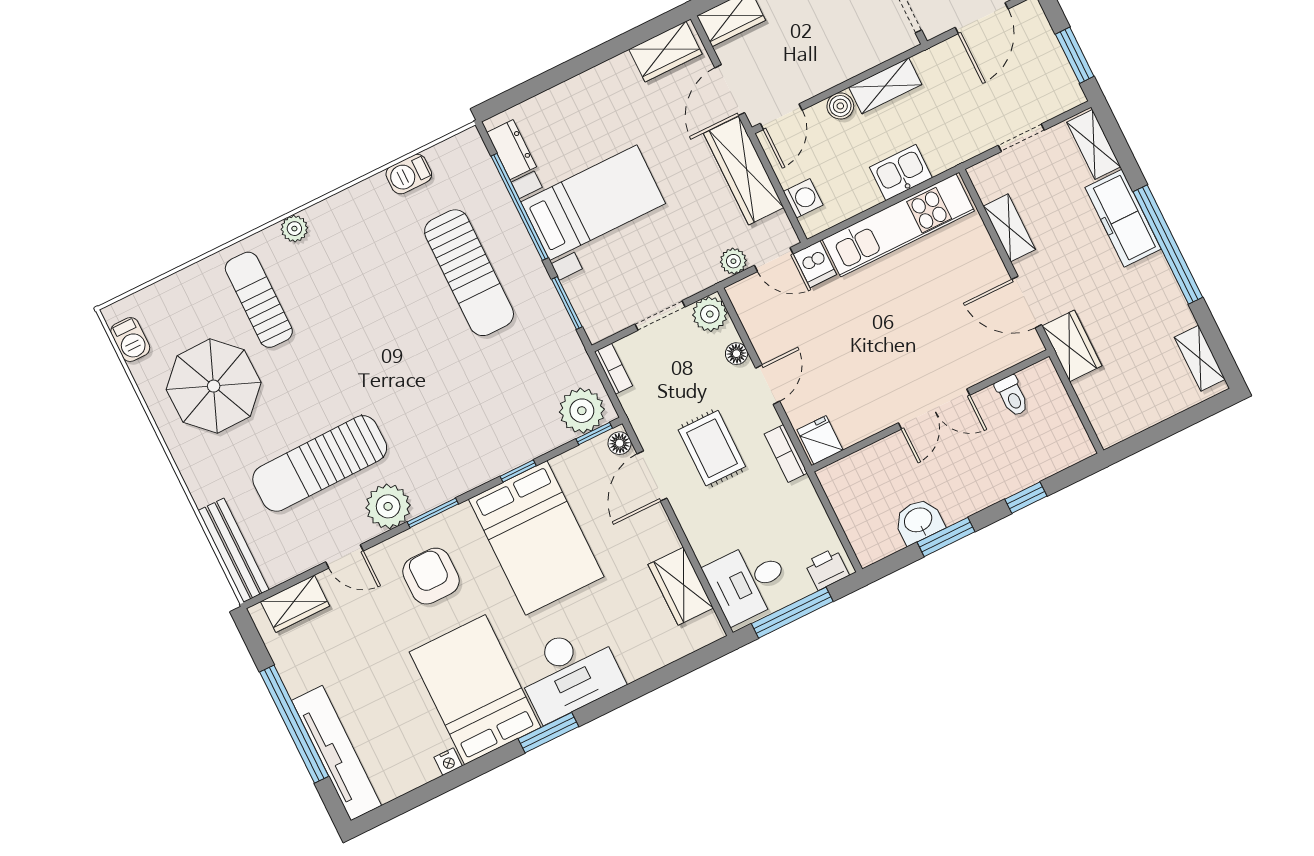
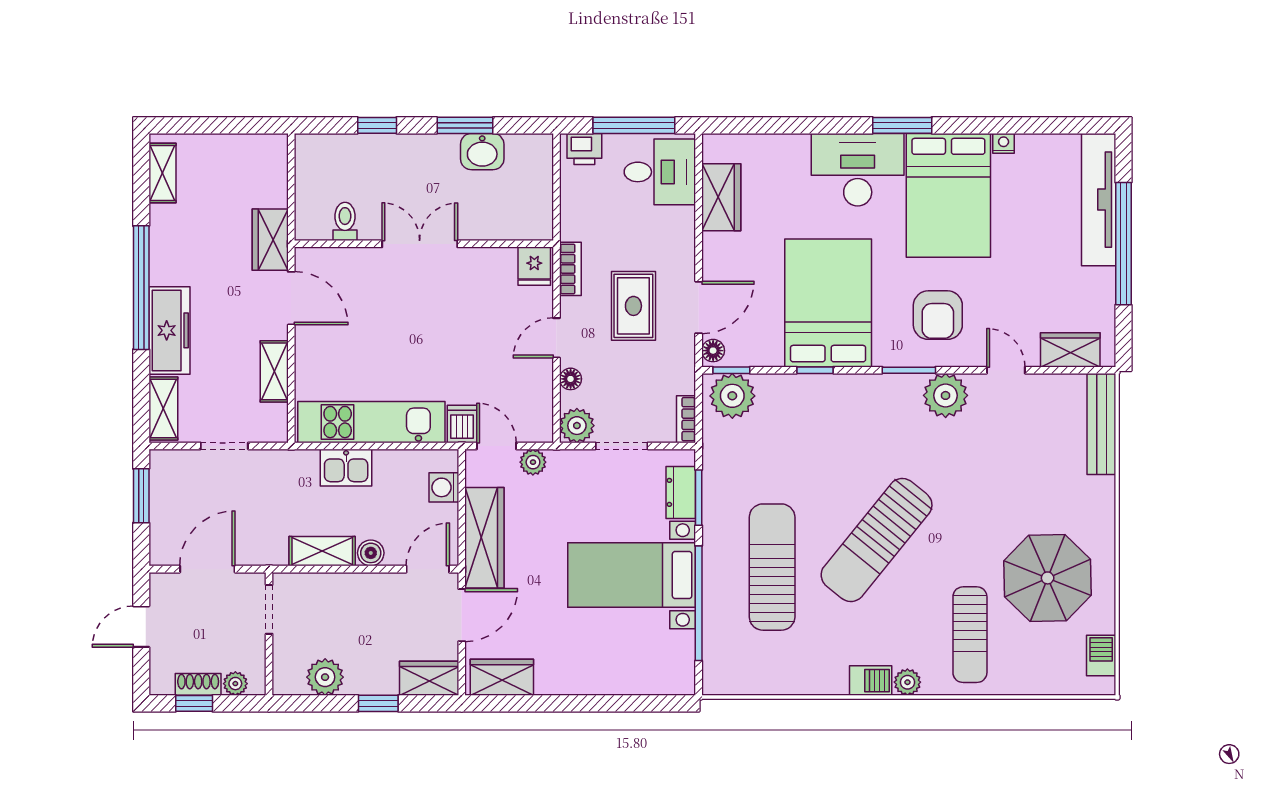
dresser: (512, 150) -> (681, 492), moved
barbecue: (409, 174) -> (871, 681), moved
sun lounger: (320, 463) -> (877, 540), moved, turned 130

